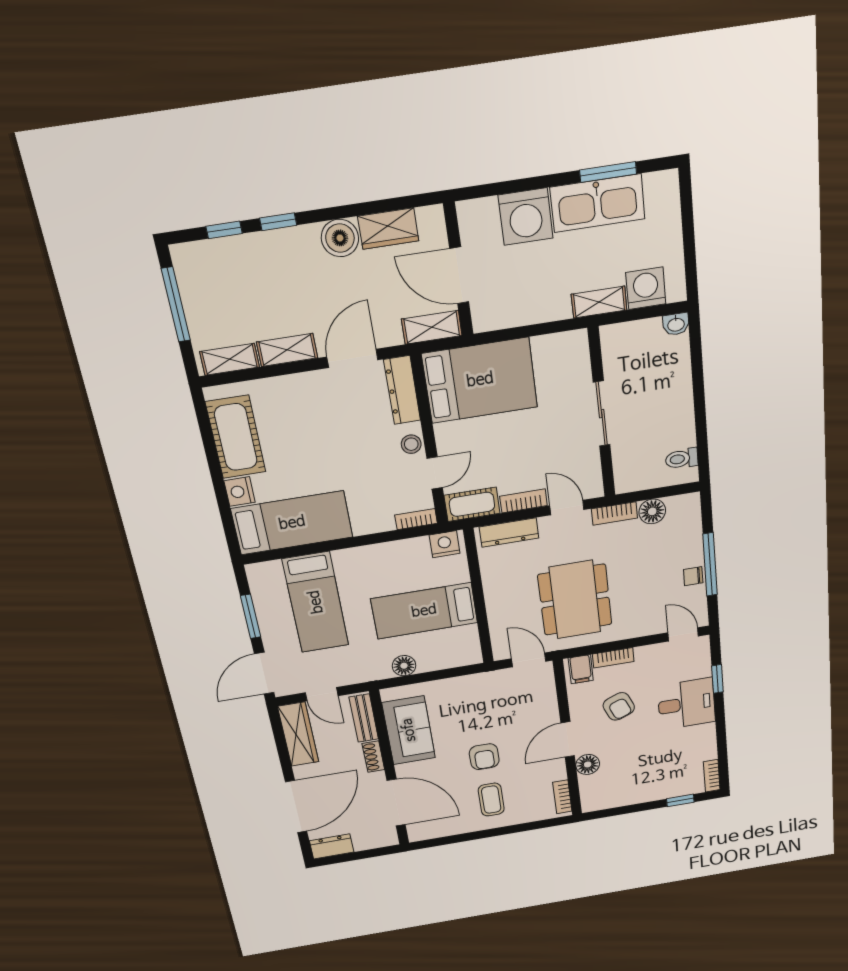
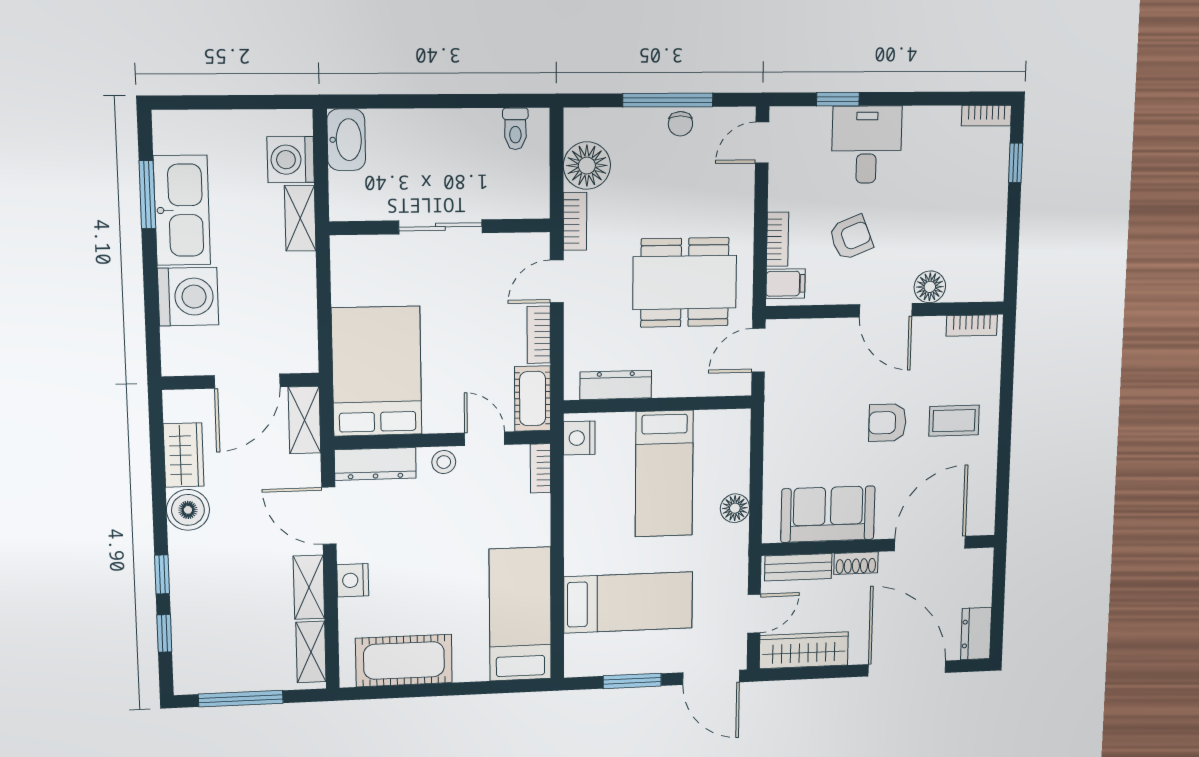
washbasin: (676, 324) -> (346, 140), width x1.91, depth x1.45
nightstand: (240, 491) -> (353, 580), moved, turned 90
floor lamp: (652, 511) -> (587, 166), width x1.38, depth x1.38
dresser: (509, 533) -> (616, 385), moved, turned -90
armchair: (484, 757) -> (887, 423), turned 180

